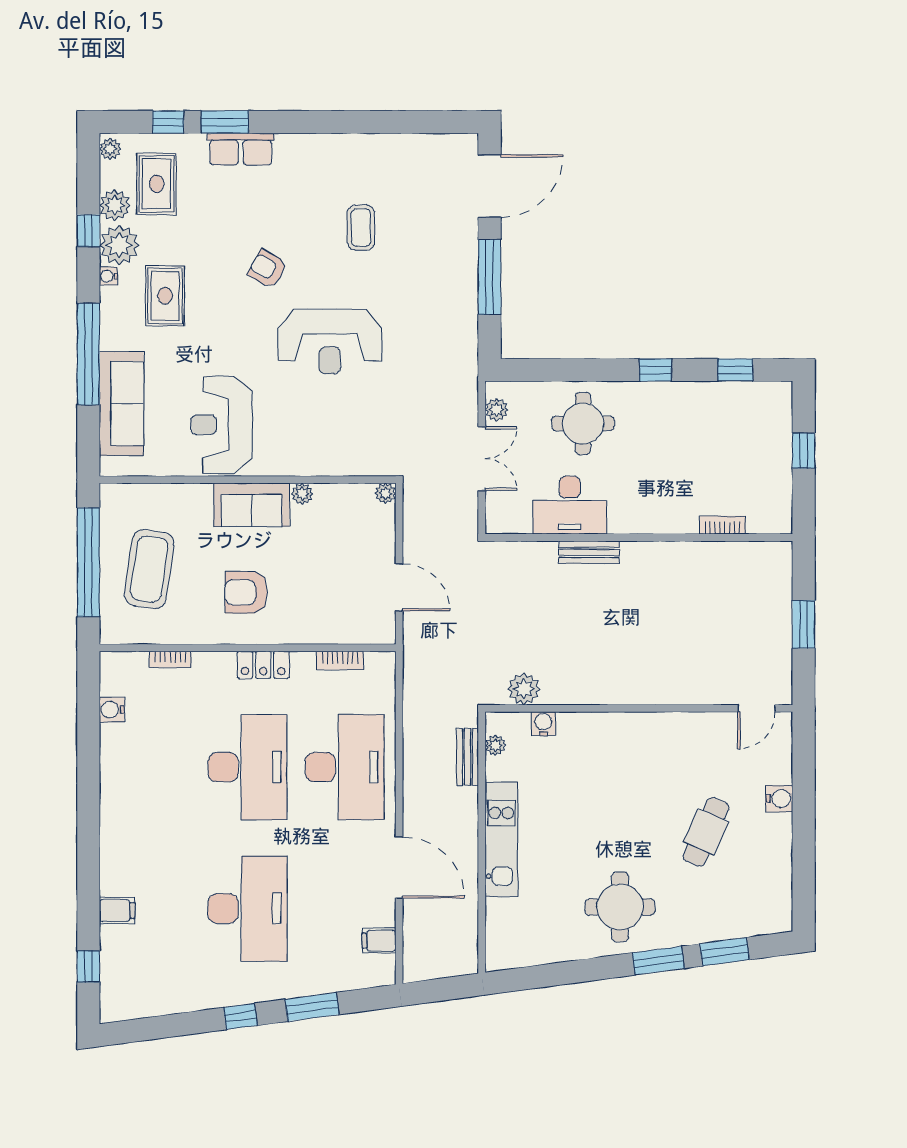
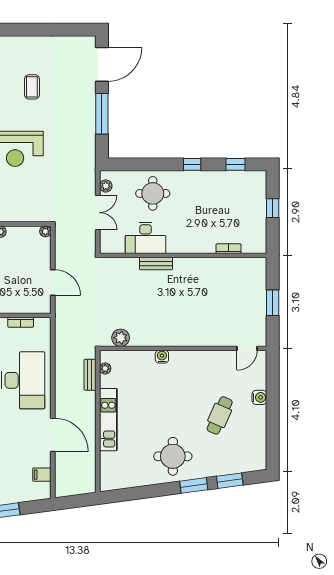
water cooler: (543, 724) -> (162, 357), moved

